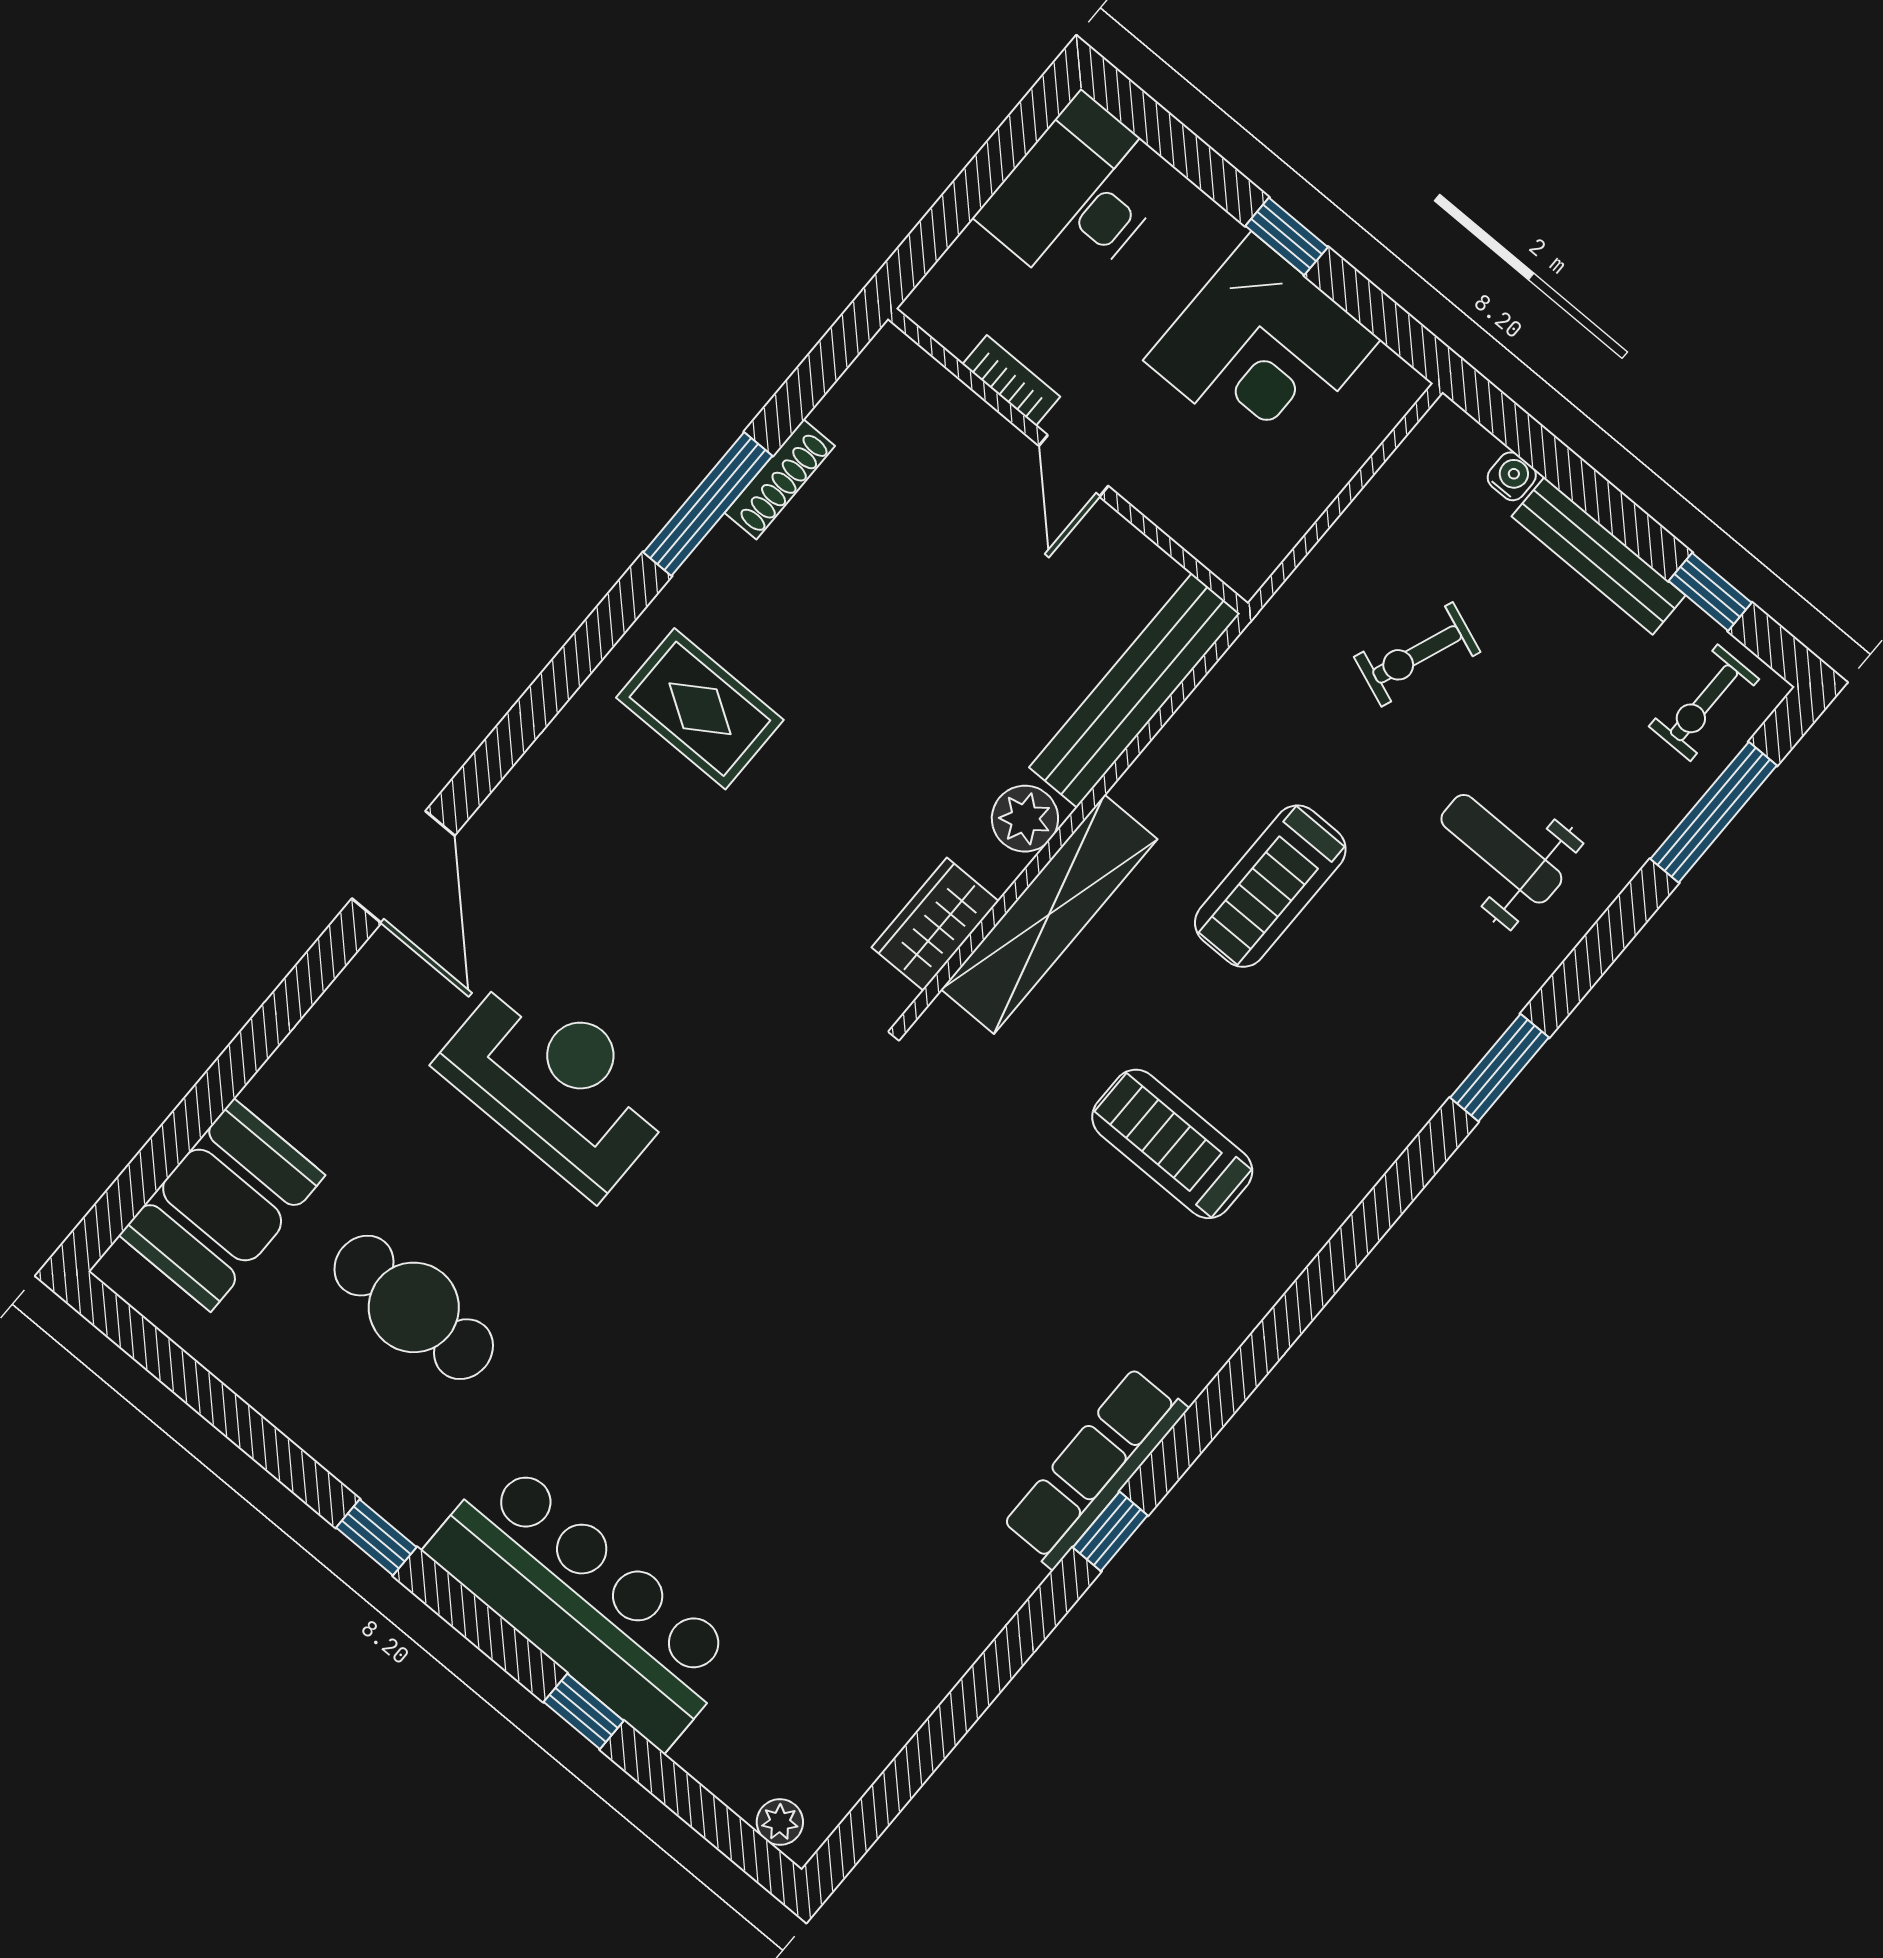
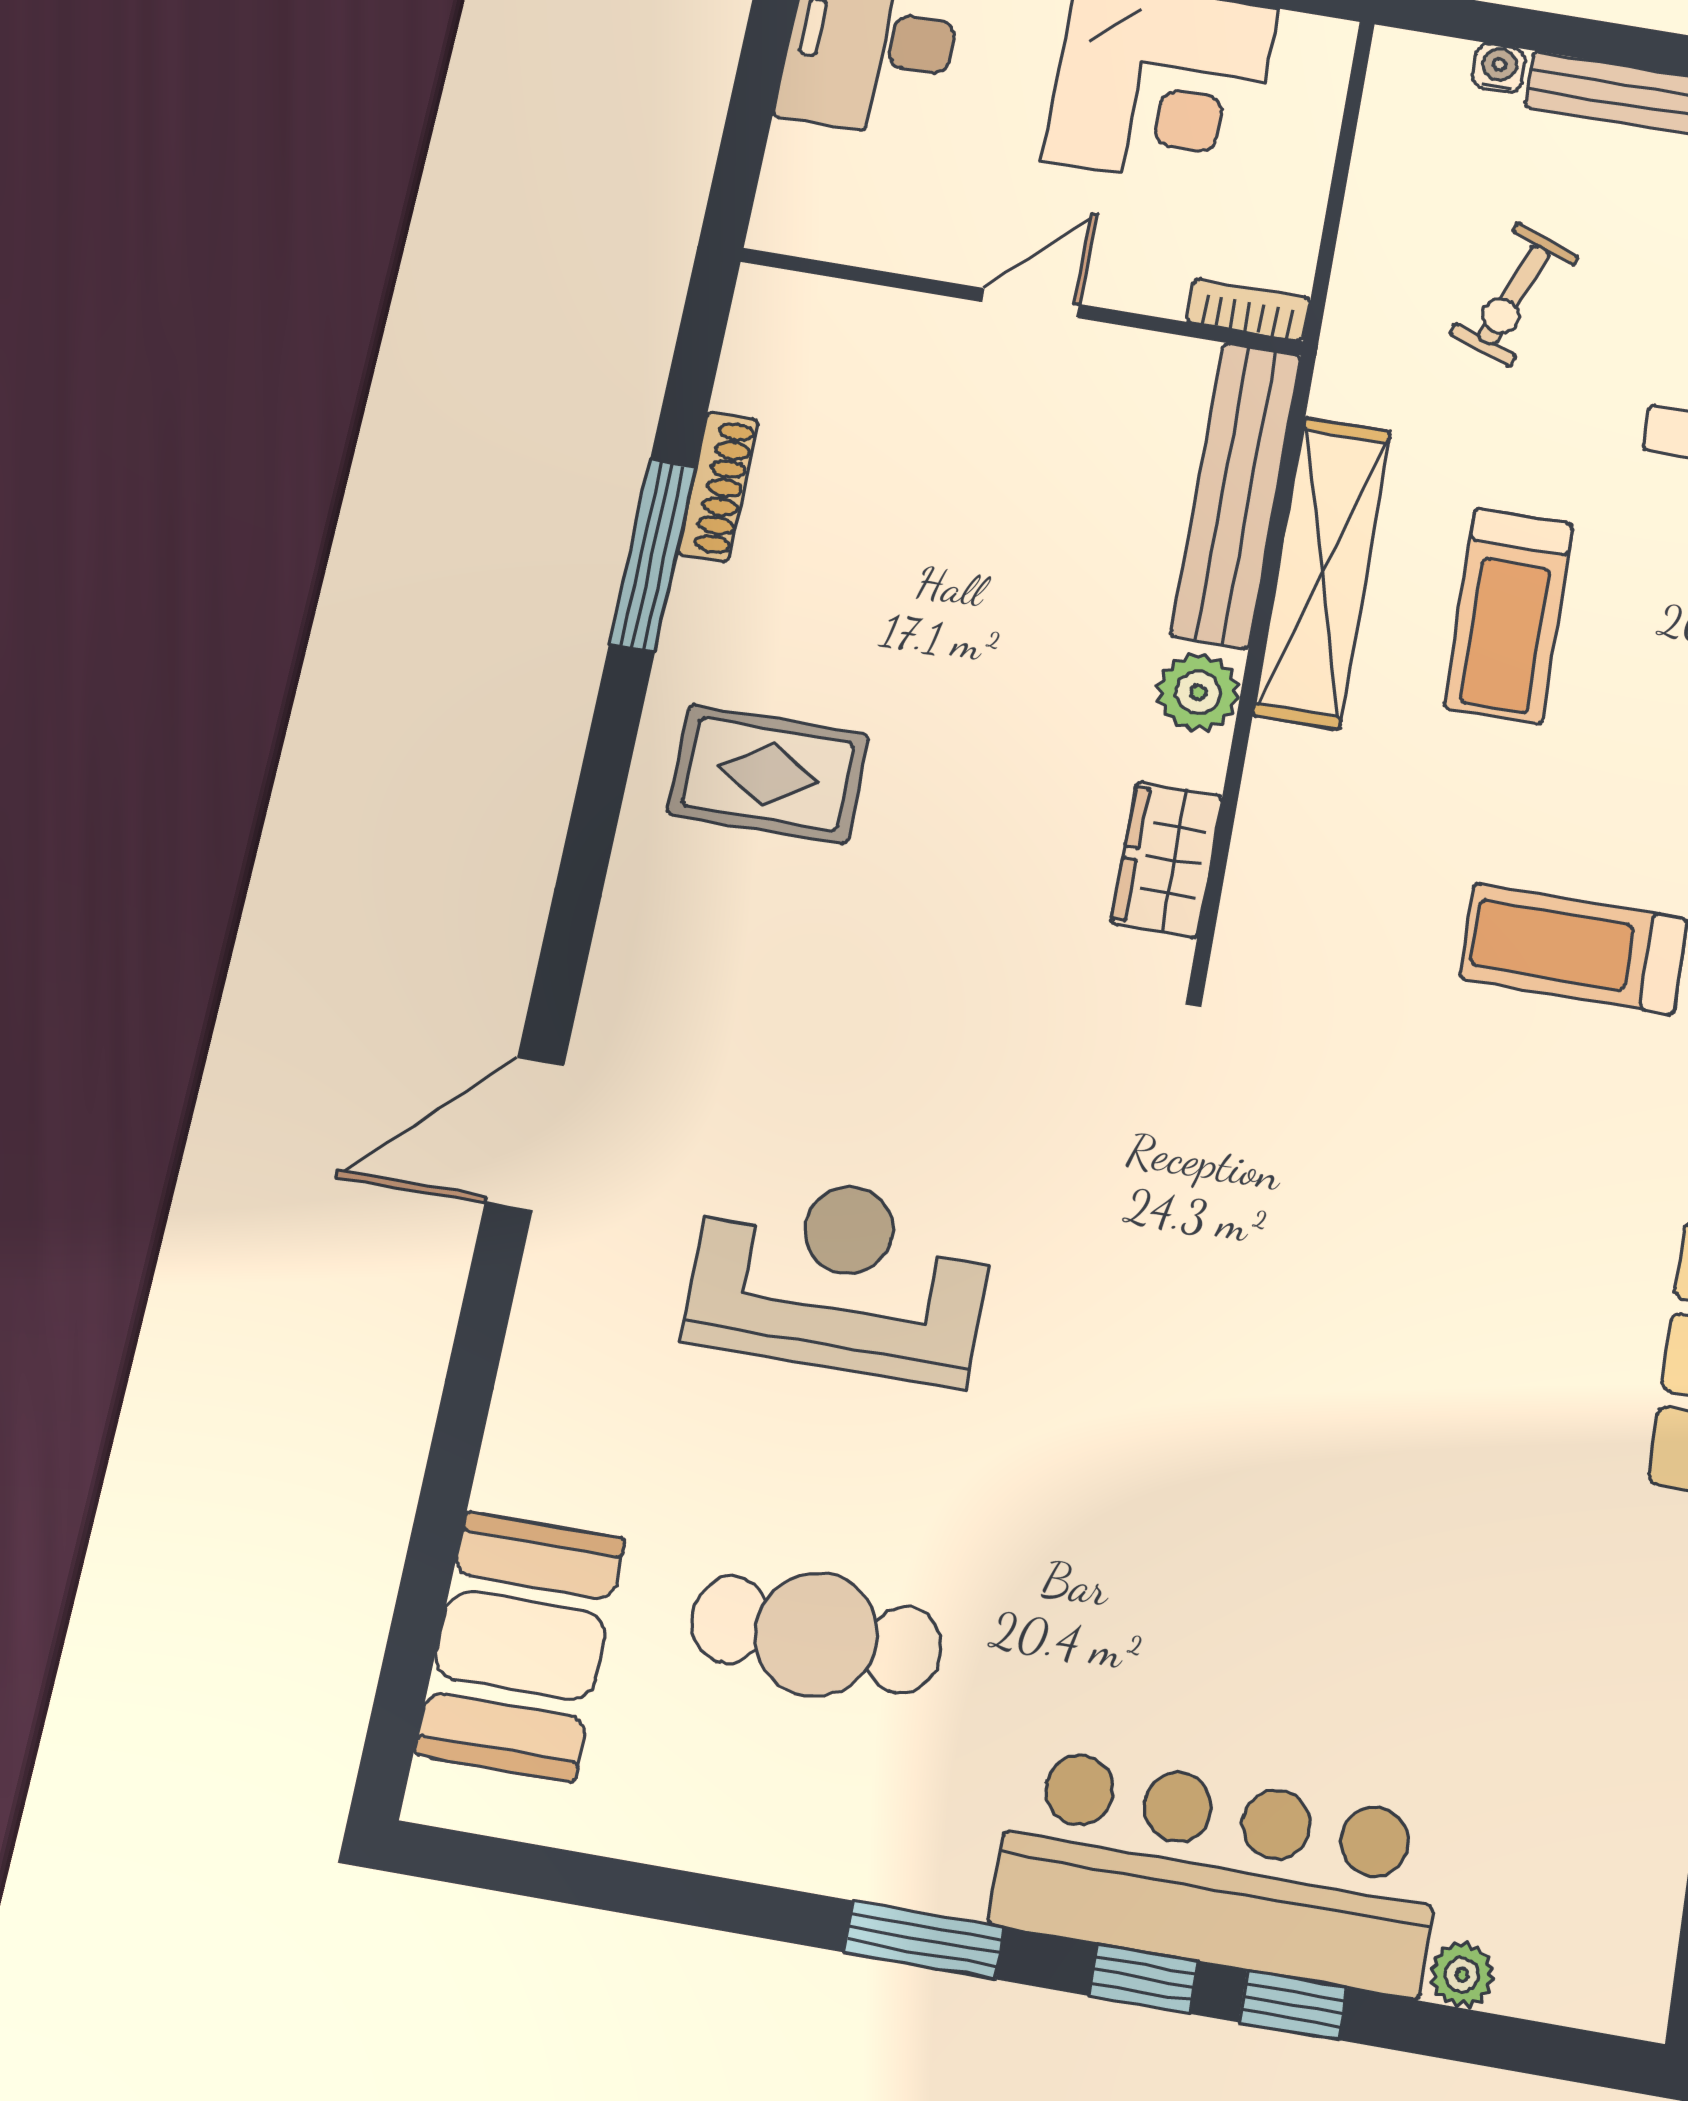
bookcase: (1011, 381) -> (1248, 310), moved
door: (1074, 466) -> (1030, 303), swing flipped
door: (403, 867) -> (525, 1134), swing flipped
shelving: (1049, 914) -> (1322, 572), moved
window: (376, 1537) -> (924, 1940), width x1.50
window: (500, 1641) -> (1144, 1979), added
plant: (780, 1822) -> (1462, 1975), moved

